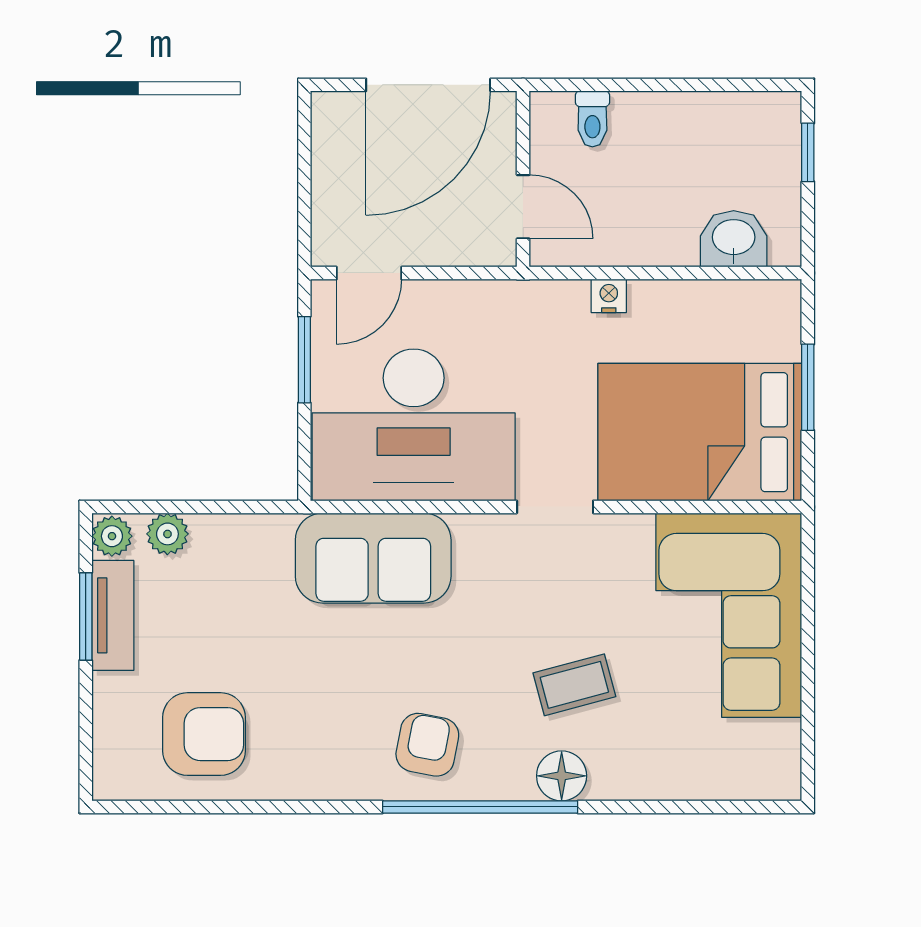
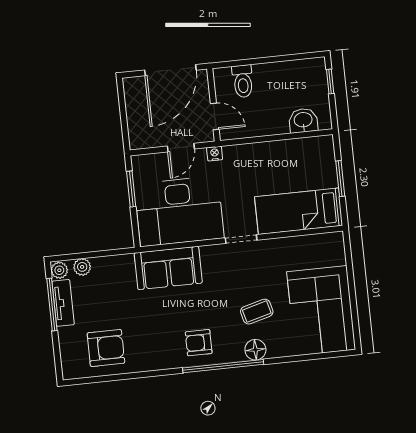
toilet: (592, 119) -> (243, 81), width x1.37, depth x1.39
door: (369, 273) -> (181, 148), moved
nightstand: (609, 296) -> (215, 154), moved
bed: (700, 432) -> (299, 211), width x0.67
corner sofa: (729, 615) -> (321, 311), moved
window: (86, 617) -> (52, 305), width x1.44
armchair: (427, 745) -> (199, 343), turned -101

